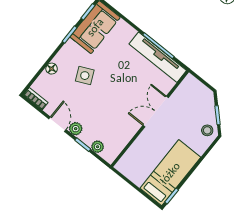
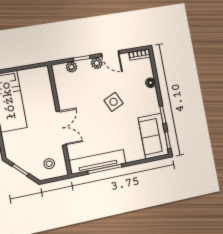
side table: (85, 76) -> (114, 102), moved
stool: (207, 130) -> (49, 164), moved

